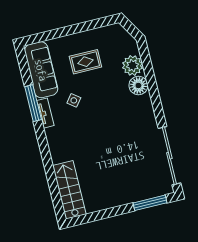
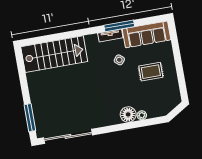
rug: (85, 62) -> (151, 72), turned 90
plant: (132, 66) -> (142, 115), width x0.53, depth x0.53
stairs: (69, 190) -> (54, 54), width x1.36, depth x1.51

